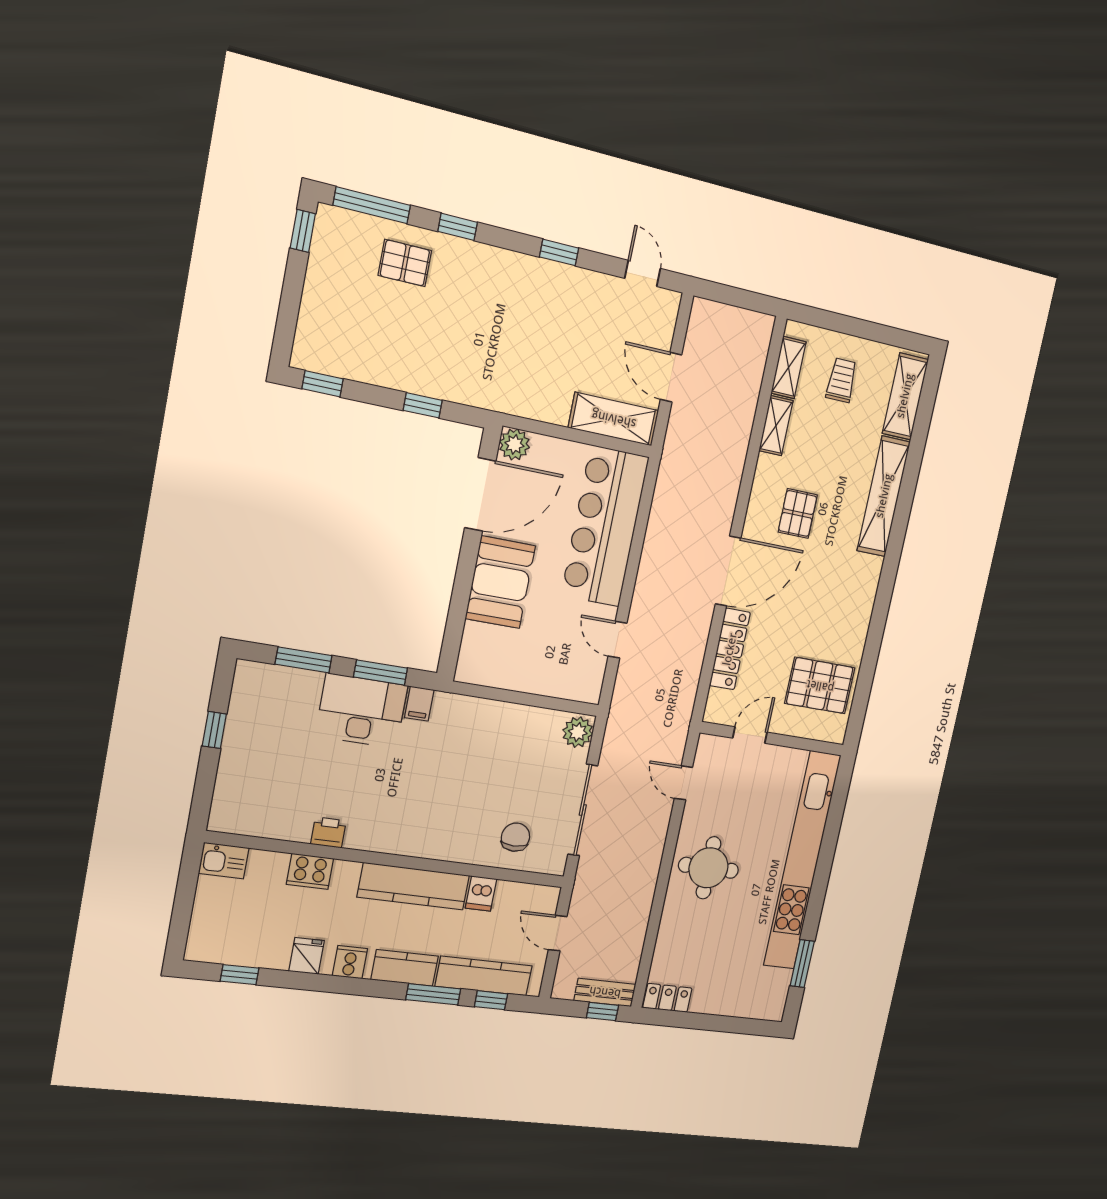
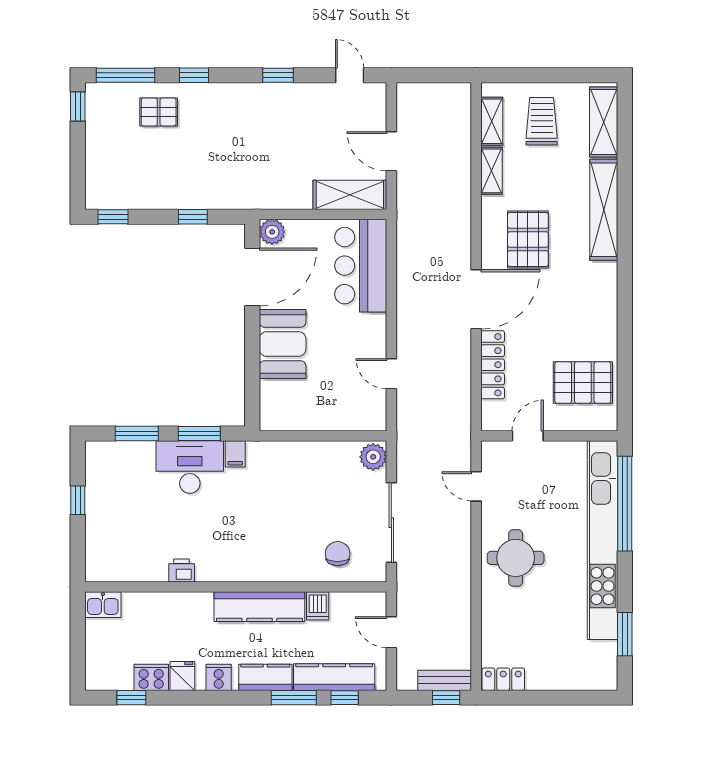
trolley: (841, 380) -> (542, 121), width x1.36, depth x1.39
pallet: (798, 514) -> (528, 239), width x1.50, depth x1.42
bar counter: (605, 526) -> (361, 266), width x0.73
window: (833, 824) -> (625, 504), added
cooker: (310, 871) -> (151, 677), moved, turned 180

